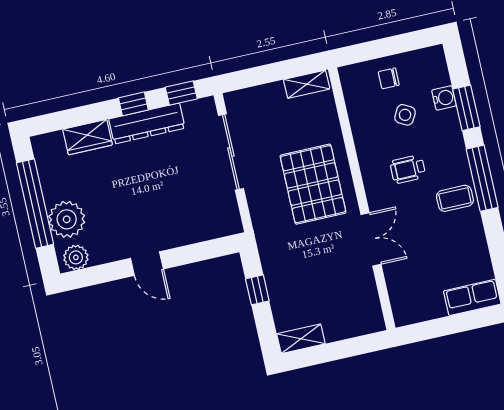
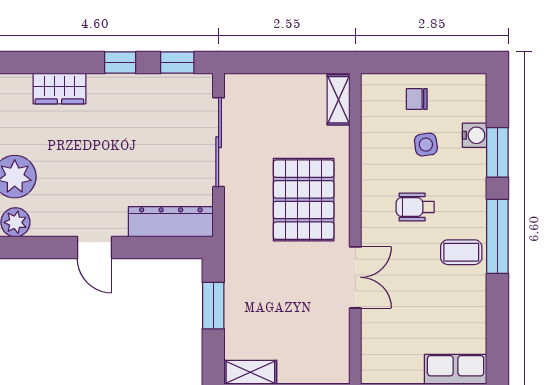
shelving: (307, 84) -> (339, 100), moved, turned 90
side table: (405, 115) -> (426, 145), turned -37
dresser: (147, 124) -> (171, 222), moved, turned 180
window: (257, 290) -> (213, 306), width x1.50

